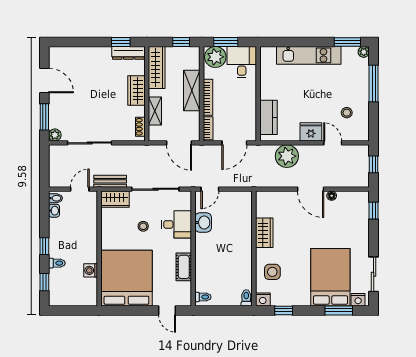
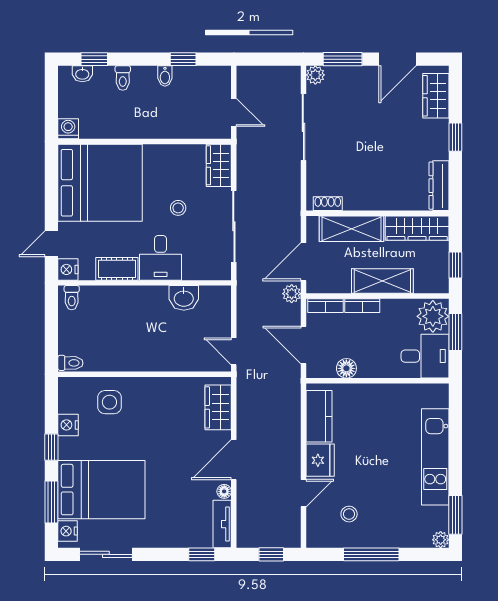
window: (121, 42) -> (455, 137), moved
window: (374, 84) -> (371, 554), moved
wardrobe: (136, 90) -> (436, 96), moved, turned -90
bookcase: (208, 97) -> (362, 306), width x0.64
shelving: (155, 111) -> (352, 229), width x1.50, depth x1.33
floor lamp: (250, 114) -> (346, 368), added
kitchen counter: (268, 117) -> (319, 416), moved, turned -90
plant: (287, 156) -> (292, 294), moved, width x0.53, depth x0.53
bench: (110, 181) -> (246, 158), removed
door: (210, 189) -> (234, 351), moved
tv unit: (353, 197) -> (222, 524), added
bidet: (56, 198) -> (165, 76), moved
washbasin: (54, 211) -> (82, 74), moved
desk: (176, 224) -> (161, 258), moved
wardrobe: (264, 233) -> (218, 407), moved, turned 90
window: (44, 246) -> (183, 59), moved
washing machine: (91, 270) -> (68, 129), moved
nightstand: (184, 299) -> (68, 269), added
nightstand: (263, 299) -> (68, 425), moved
window: (284, 310) -> (51, 447), moved

